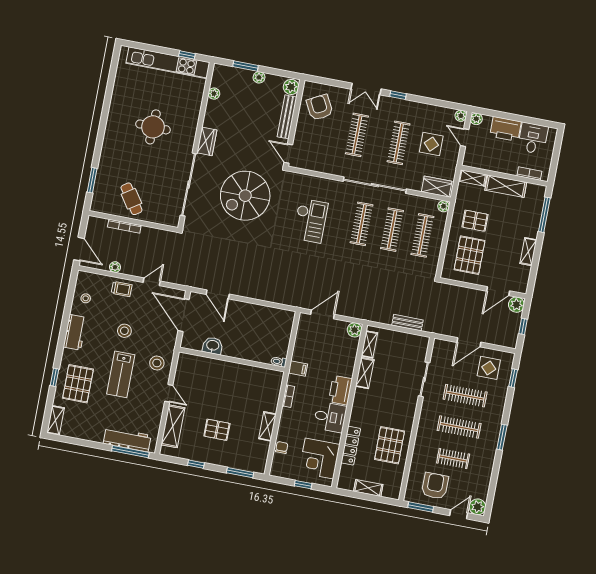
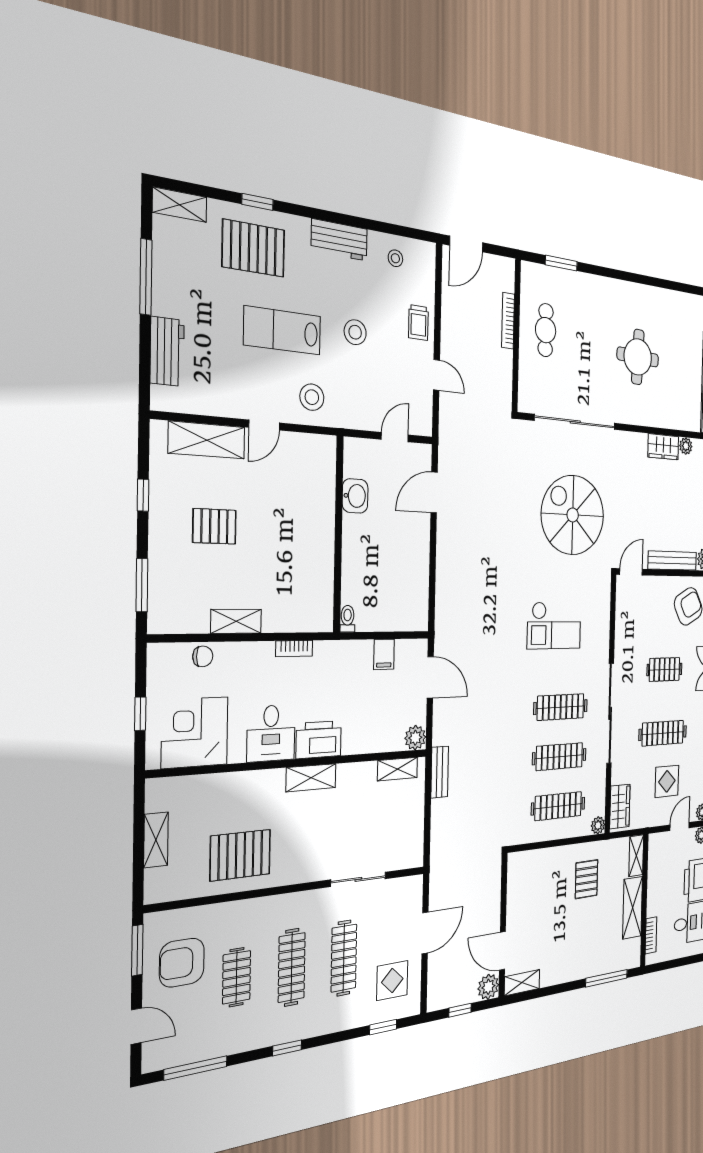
clothes rail: (357, 135) -> (664, 669), width x0.73
wardrobe: (207, 141) -> (663, 447), moved
cafe table: (131, 199) -> (546, 330), turned -56
shelving: (528, 252) -> (522, 983), moved
pallet: (470, 255) -> (543, 888), removed
plant: (115, 267) -> (449, 309), removed
door: (184, 315) -> (395, 437), width x0.53
bench: (407, 323) -> (440, 772), moved
door: (469, 342) -> (425, 933), swing flipped
filing cabinet: (298, 368) -> (384, 654), moved
shelving: (365, 373) -> (311, 778), moved
pallet: (217, 430) -> (214, 526), turned 90
window: (502, 437) -> (287, 1048), width x0.67
workbench: (127, 439) -> (167, 352), width x0.73
locker: (351, 446) -> (228, 784), removed
window: (130, 452) -> (146, 277), moved
armchair: (435, 486) -> (182, 963), turned 180
window: (492, 488) -> (196, 1068), added
plant: (478, 507) -> (157, 1055), removed

